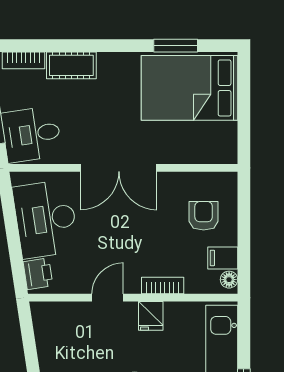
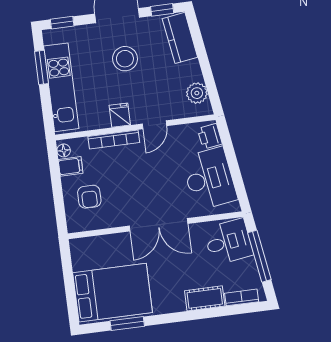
double door: (119, 168) -> (159, 225), swing flipped
bookcase: (163, 286) -> (114, 139), width x1.56
plant: (48, 332) -> (197, 93), added

